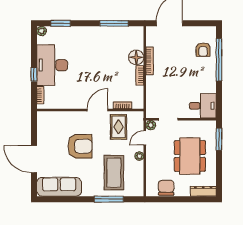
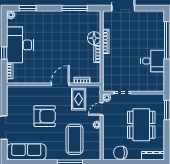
armchair: (203, 50) -> (153, 31), removed
desk: (203, 106) -> (153, 61), moved
chair: (166, 188) -> (120, 153), turned -90

